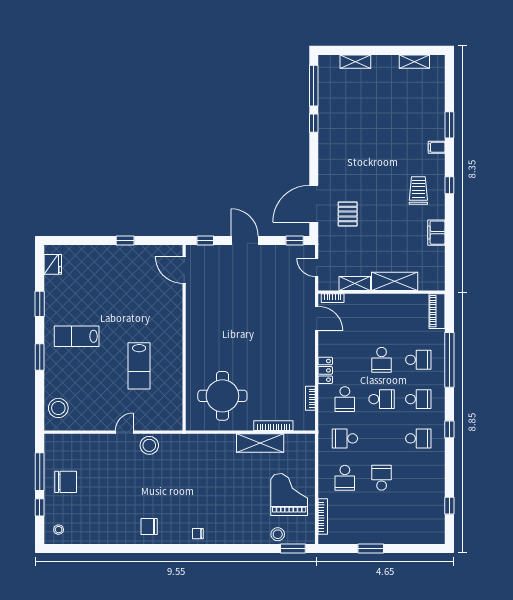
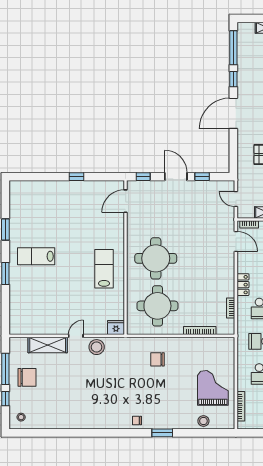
door: (314, 204) -> (233, 113), moved
window: (295, 240) -> (202, 177), moved
fridge: (53, 264) -> (116, 328), moved, turned -90
door: (184, 270) -> (126, 201), hinge flipped
round table: (220, 339) -> (156, 258), added
lab bench: (139, 366) -> (104, 269), moved, turned 180
stool: (58, 408) -> (21, 316), removed
shelving: (260, 443) -> (48, 345), moved
chair: (149, 527) -> (157, 359), moved
window: (293, 548) -> (162, 433), moved

